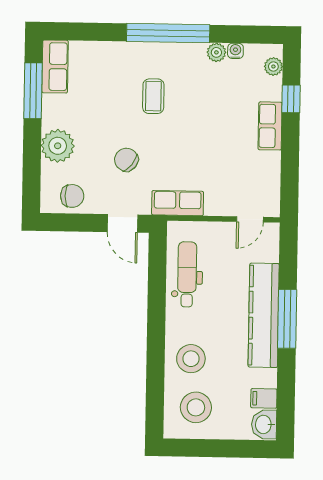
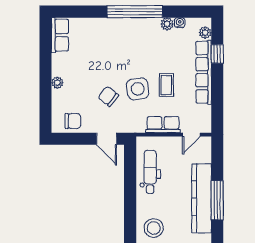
window: (33, 91) -> (46, 52), removed
coffee table: (153, 96) -> (166, 85), moved
row of seats: (270, 126) -> (204, 72), width x2.02
plant: (58, 146) -> (57, 83), width x0.53, depth x0.53
side table: (170, 149) -> (138, 89), added
row of seats: (178, 203) -> (163, 125), moved

